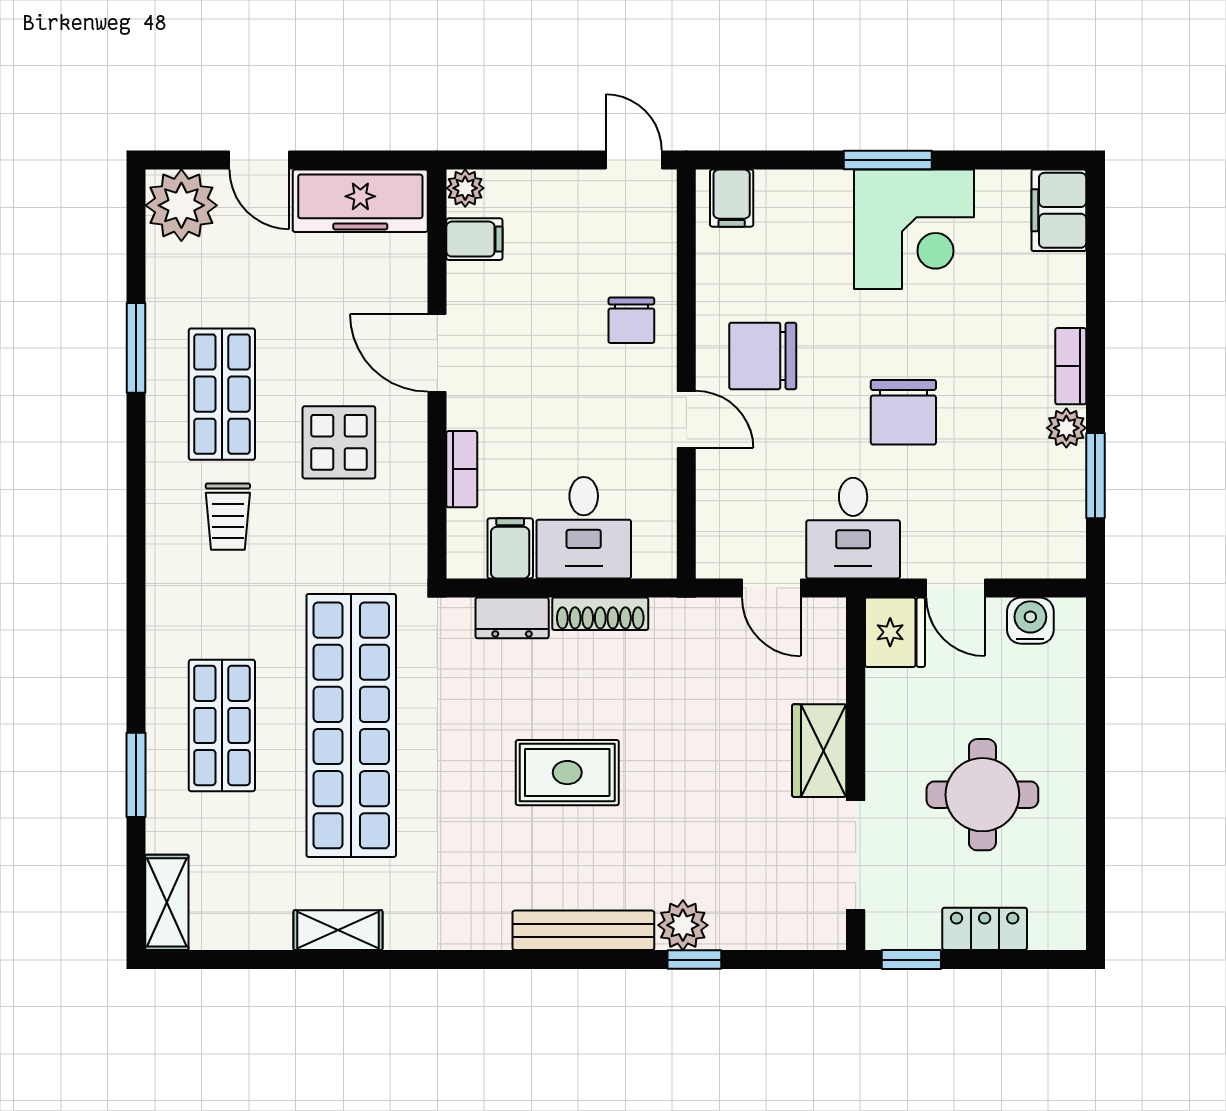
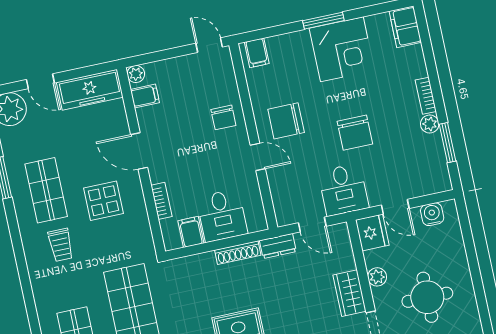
dresser: (512, 618) -> (278, 246), moved
plant: (885, 729) -> (377, 277), added

